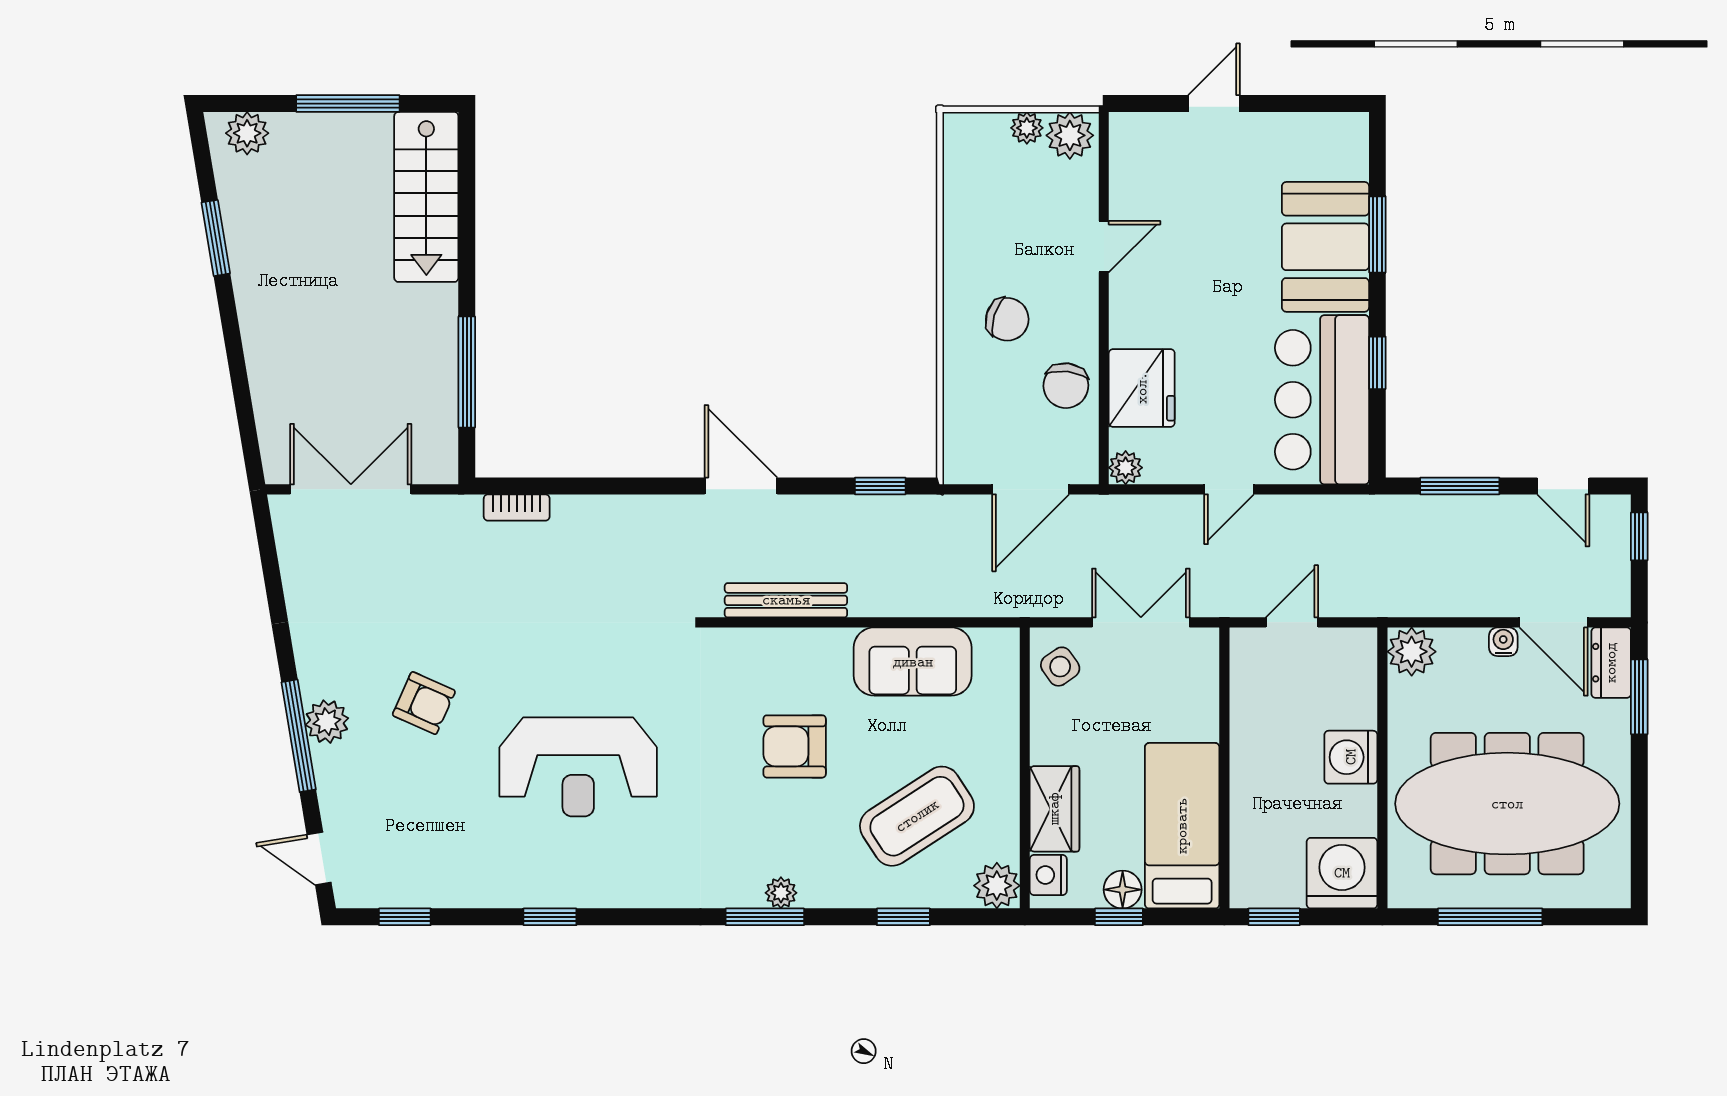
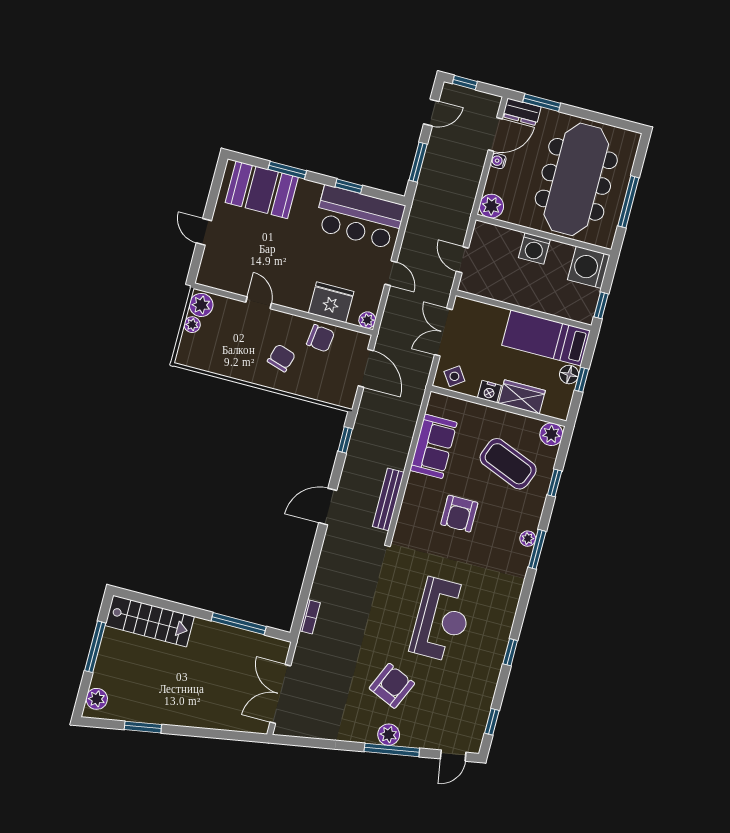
booth: (1325, 247) -> (262, 190), moved
armchair: (424, 703) -> (392, 686), width x1.38, depth x1.38
coffee table: (917, 816) -> (508, 464), turned -35
nightstand: (1048, 875) -> (489, 392), moved

